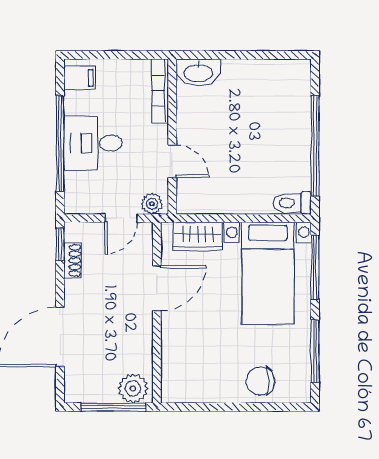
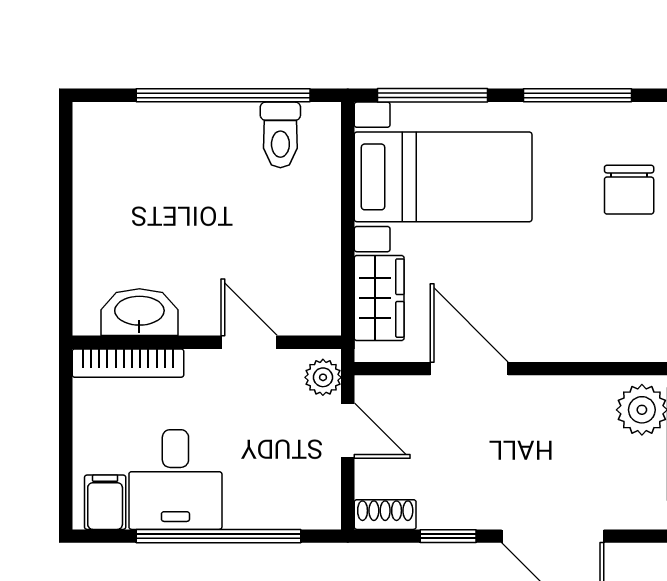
washbasin: (198, 72) -> (139, 312), moved, turned -90
desk: (93, 143) -> (175, 480), moved
door: (172, 161) -> (249, 342), hinge flipped
toilet: (292, 203) -> (280, 135), moved
window: (60, 244) -> (448, 536), moved
shoe rack: (72, 260) -> (385, 515), moved

